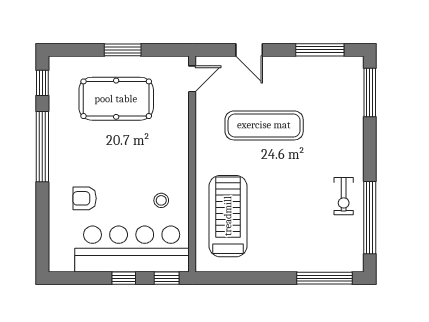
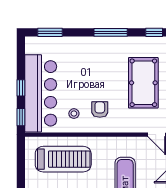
window: (42, 147) -> (111, 32), width x0.68
armchair: (85, 198) -> (100, 110), moved
window: (42, 235) -> (50, 32), added

